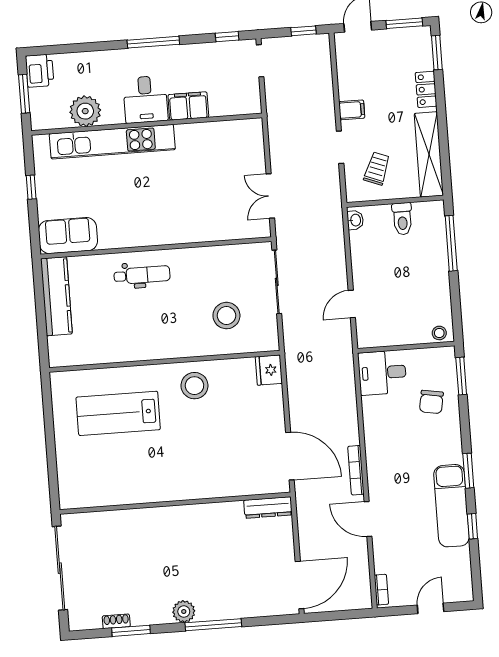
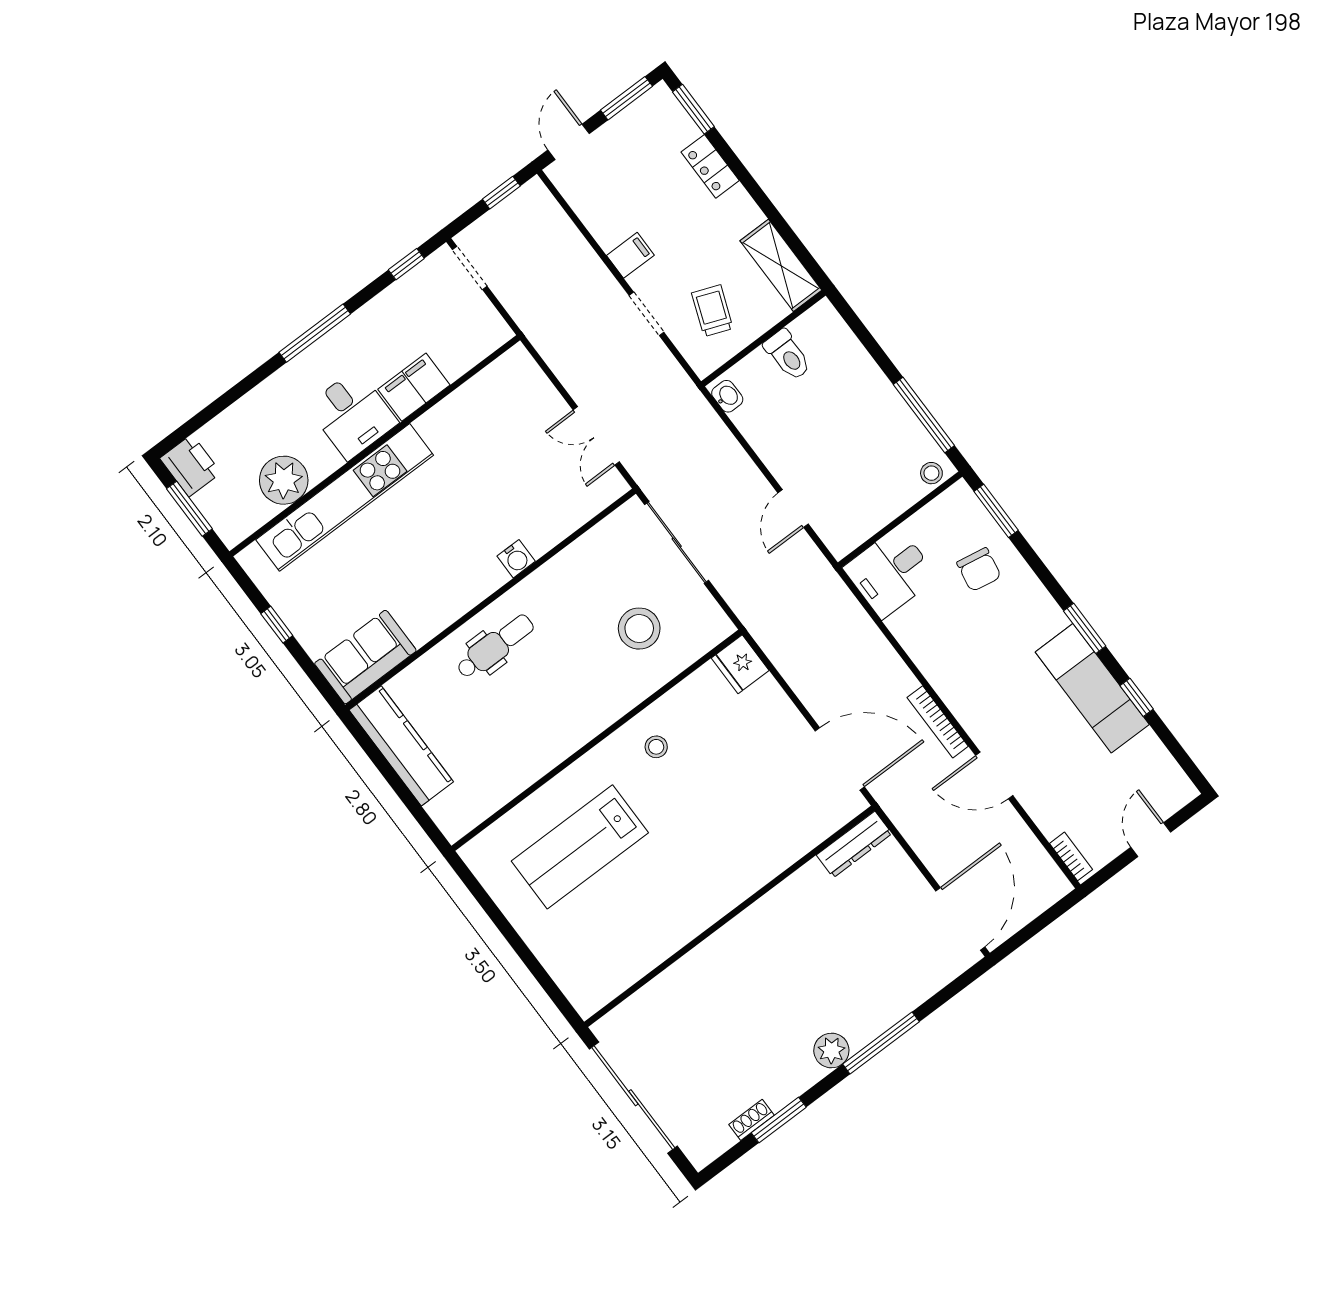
shelving: (429, 154) -> (781, 265), width x0.68
water cooler: (184, 235) -> (516, 559), added
window: (451, 243) -> (924, 415), moved
stool: (194, 386) -> (656, 747), width x0.53, depth x0.53

